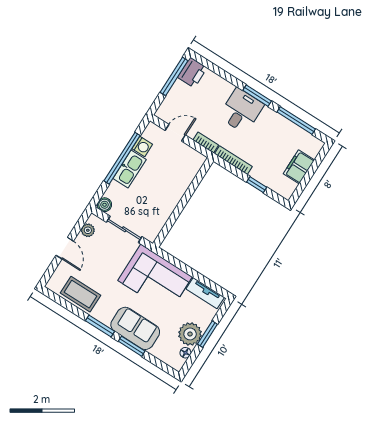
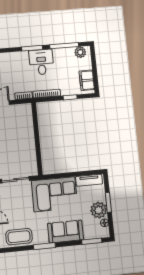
desk: (241, 111) -> (41, 62), moved
plant: (309, 142) -> (80, 52), added
filing cabinet: (299, 167) -> (87, 80), moved
window: (132, 346) -> (92, 241), moved

